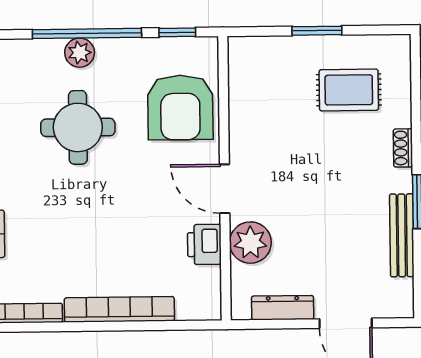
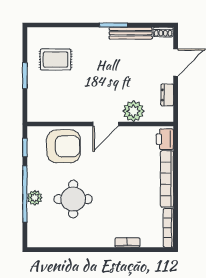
rug: (349, 90) -> (56, 60), turned 90
shoe rack: (403, 148) -> (163, 32), moved
printer: (204, 244) -> (165, 139), moved, turned 90
dresser: (283, 308) -> (167, 95), width x0.70

